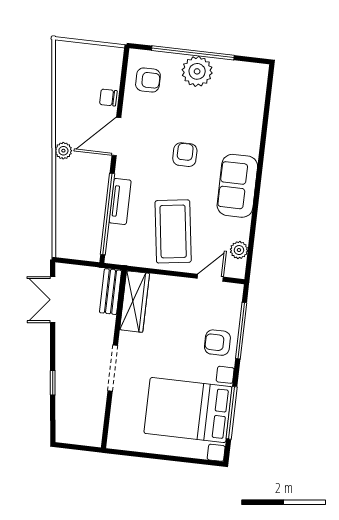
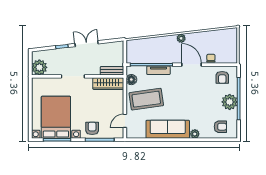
armchair: (185, 155) -> (220, 127), moved
sofa: (237, 186) -> (168, 129), width x1.36
plant: (239, 250) -> (195, 134), moved
floor lamp: (132, 256) -> (131, 80), added
door: (210, 278) -> (125, 121), swing flipped
double door: (53, 300) -> (87, 44), moved
plant: (88, 431) -> (39, 67), added

